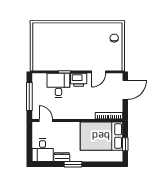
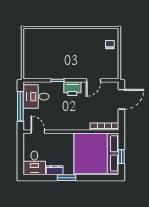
desk: (58, 85) -> (36, 97), moved, turned -90
bed: (101, 136) -> (96, 153), width x1.36

